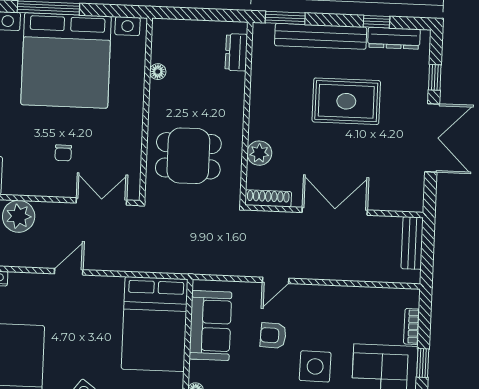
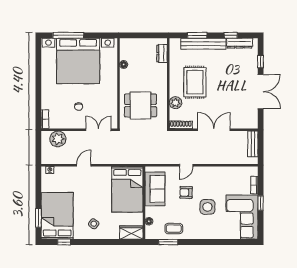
window: (285, 18) -> (197, 35), moved
rug: (346, 101) -> (195, 82), moved, turned 90

